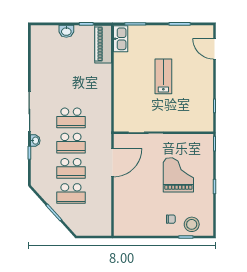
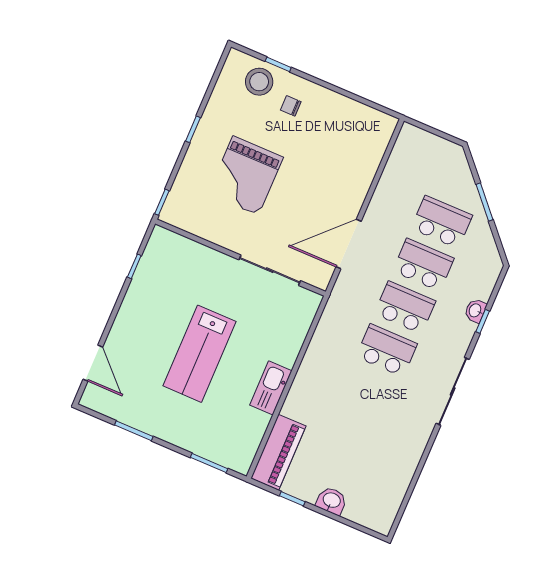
kitchen sink: (121, 39) -> (271, 388), moved
lab bench: (163, 76) -> (200, 354), width x1.36, depth x1.39
washbasin: (35, 141) -> (475, 311), moved

